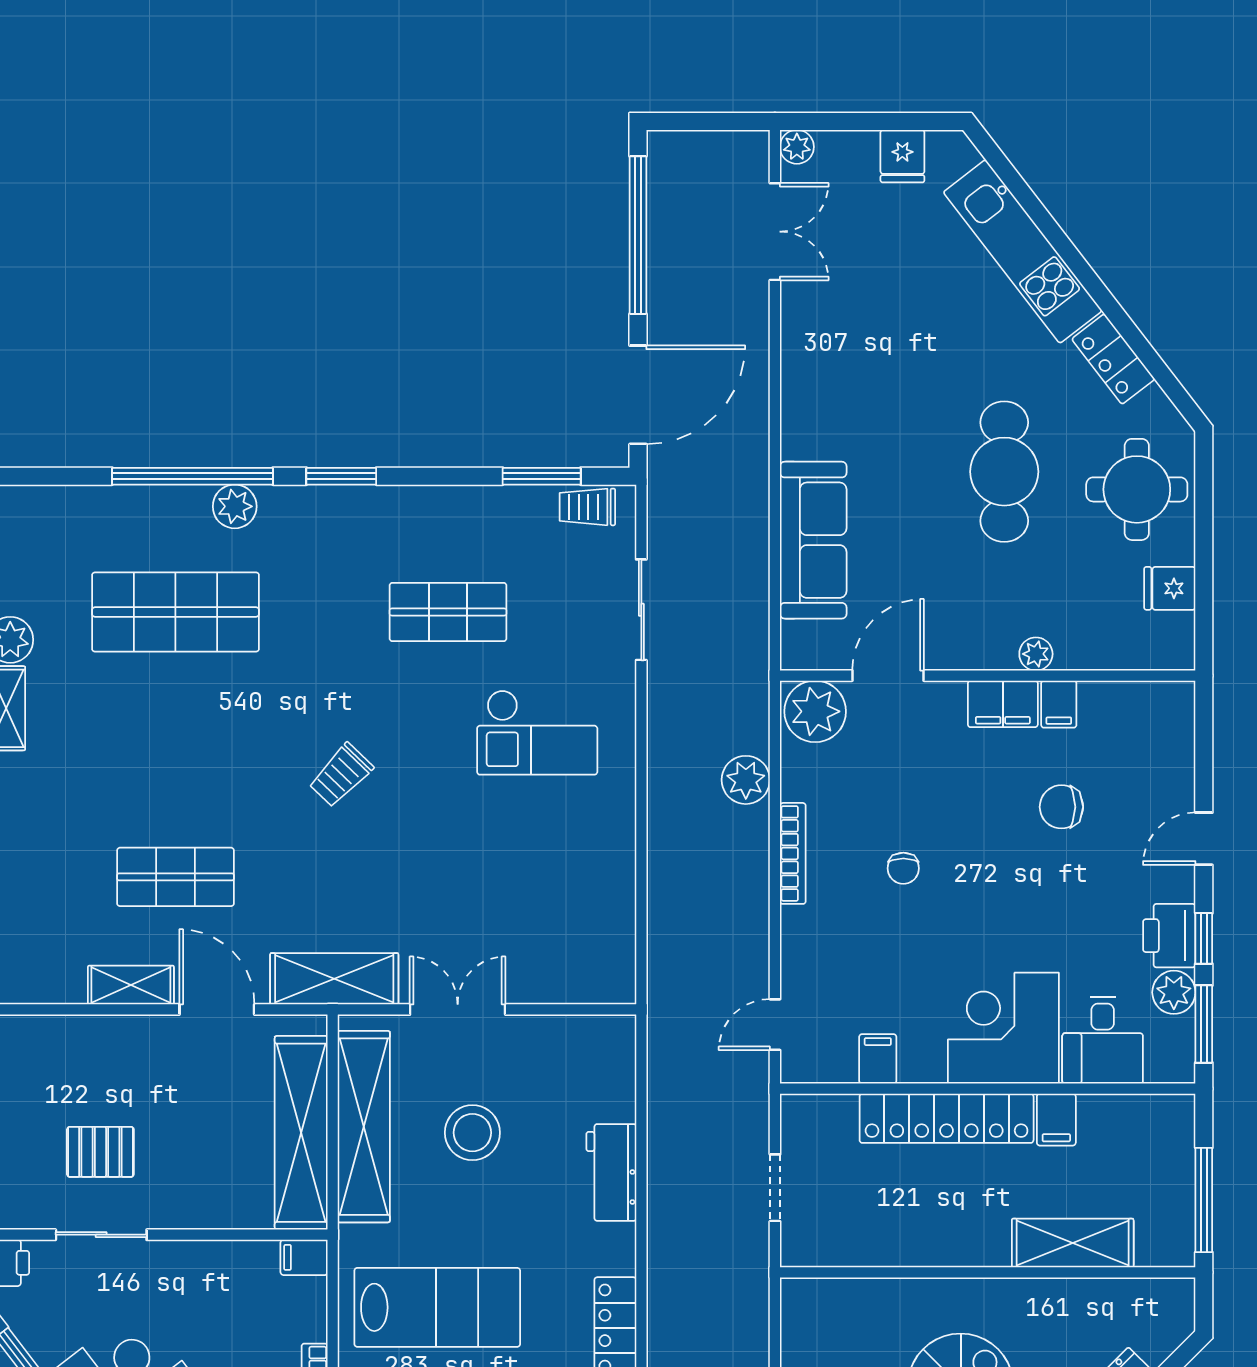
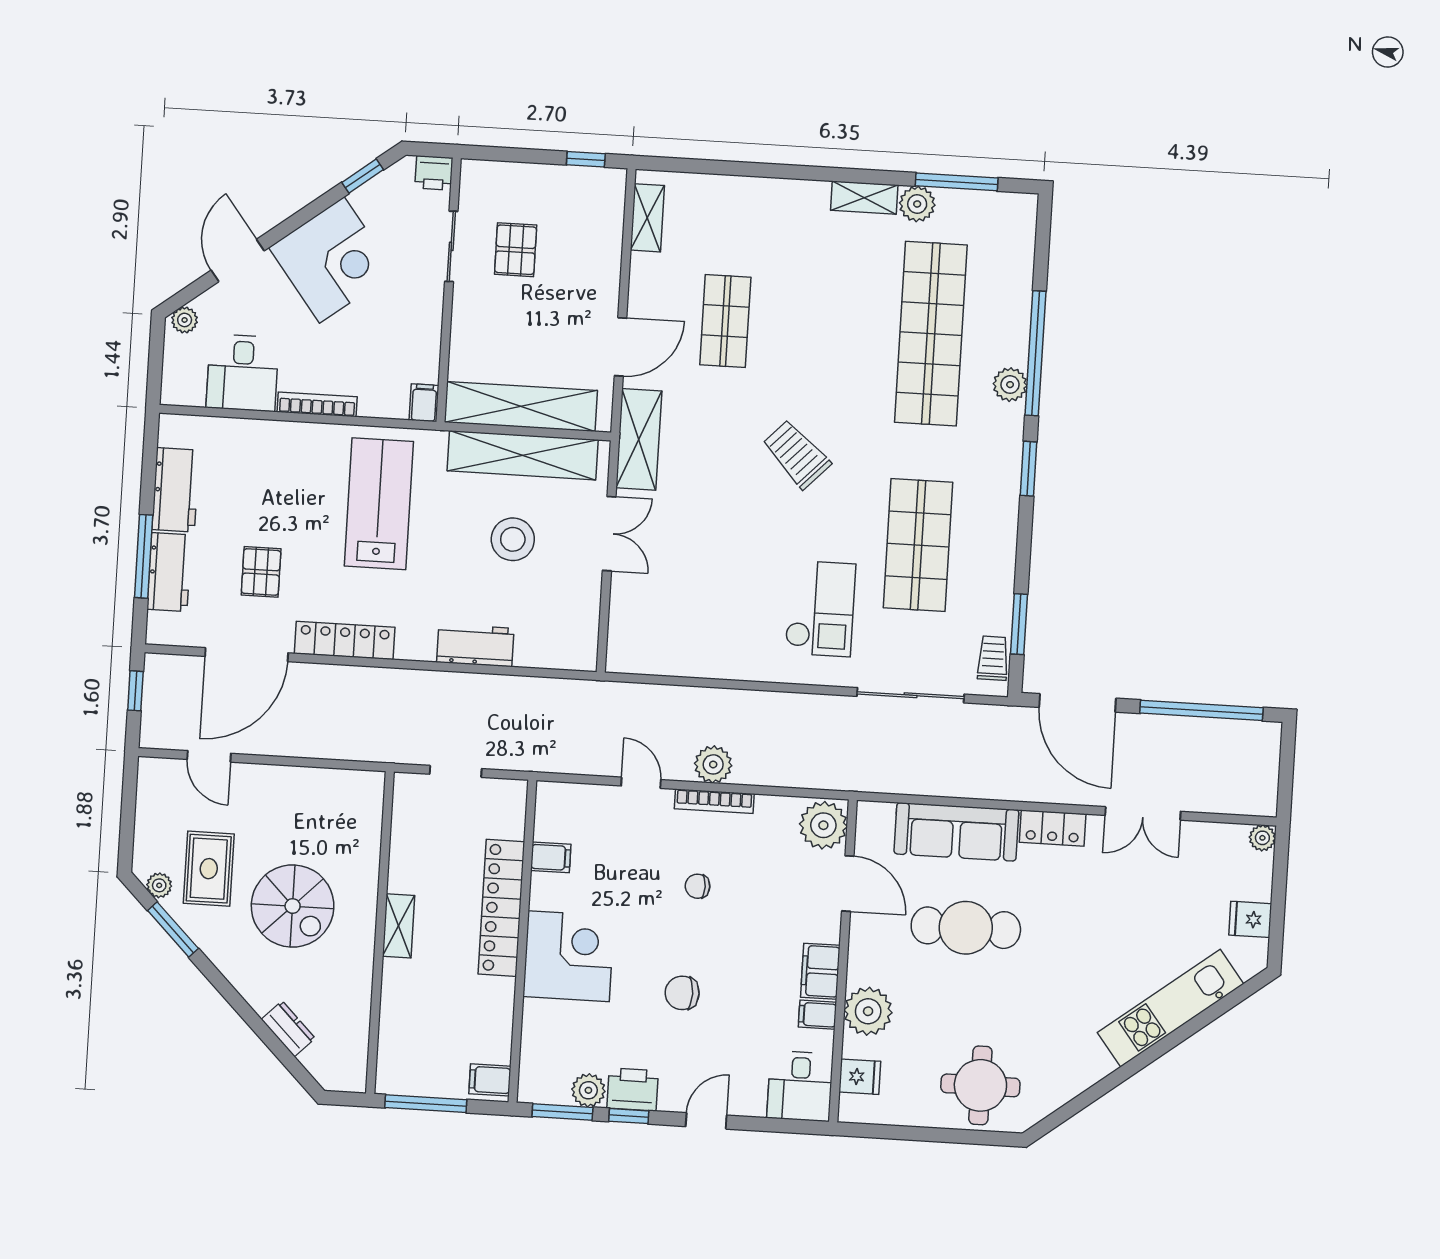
double door: (775, 232) -> (1143, 813), moved
locker: (1113, 359) -> (1053, 828), moved, turned -142
cafe table: (1004, 472) -> (966, 928), moved
fridge: (1170, 588) -> (860, 1077), moved, turned 90
sliding door: (641, 610) -> (911, 695), width x1.37
shop shelf: (175, 612) -> (931, 334), width x1.40
shop shelf: (448, 612) -> (918, 545), width x1.43, depth x1.36
plant: (1036, 654) -> (868, 1011), width x1.87, depth x1.87
checkout: (537, 732) -> (820, 609), turned 180
trolley: (341, 775) -> (796, 454), width x1.36, depth x1.39
plant: (746, 780) -> (713, 764), moved
chair: (1061, 807) -> (682, 993), moved, turned -90
door: (1204, 839) -> (706, 1121), hinge flipped
shelving: (131, 985) -> (647, 218), moved
door: (775, 1025) -> (641, 783), moved
desk: (1103, 1040) -> (800, 1086), moved, turned -90
filing cabinet: (1056, 1120) -> (490, 1080), moved
shelving: (1073, 1243) -> (399, 926), moved, width x0.67, depth x0.75
lab bench: (437, 1307) -> (379, 504), turned 180

